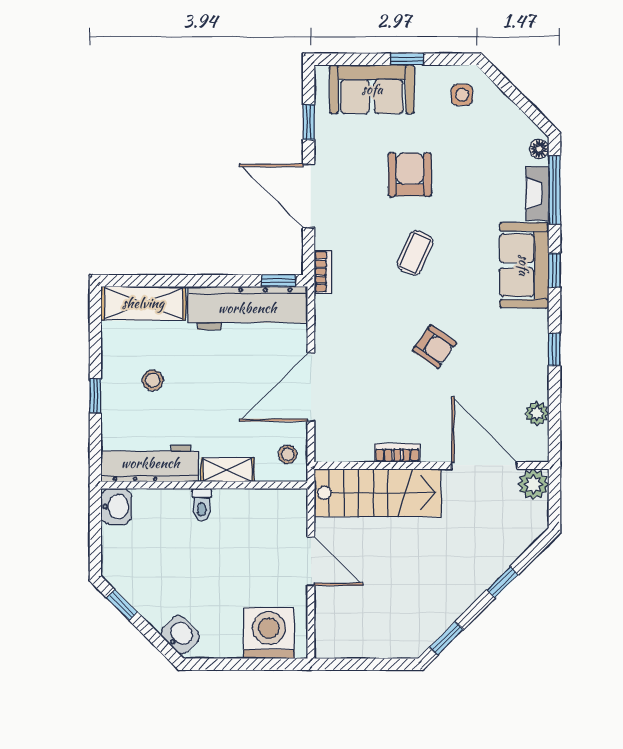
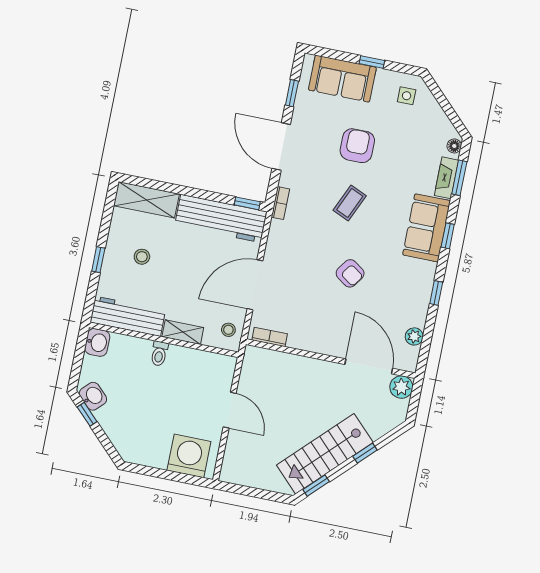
window: (554, 190) -> (459, 178), width x0.69
bookcase: (397, 453) -> (270, 337), moved
stairs: (378, 493) -> (325, 454), moved, turned 135
washbasin: (180, 635) -> (93, 396), moved

